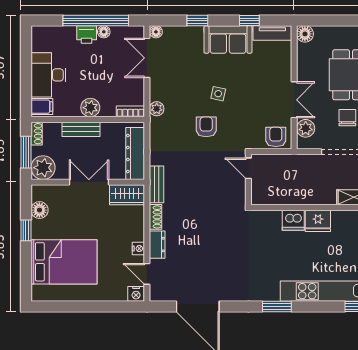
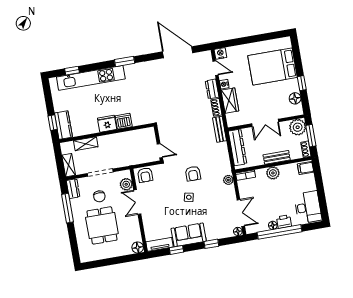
desk: (48, 75) -> (308, 207), moved
wardrobe: (127, 195) -> (230, 101), moved, turned 90

